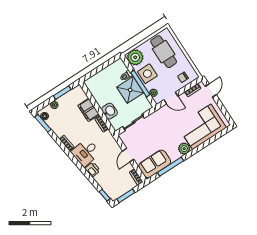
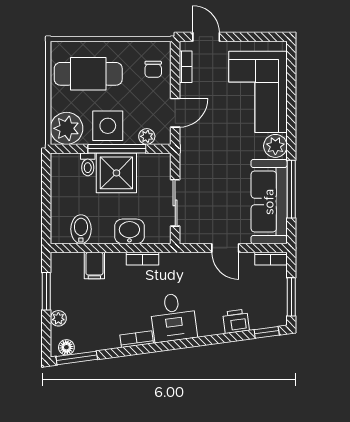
bidet: (97, 90) -> (81, 229), added
filing cabinet: (89, 110) -> (94, 266), width x0.50
sofa: (155, 164) -> (269, 202), width x1.36
printer: (92, 169) -> (236, 321), moved

